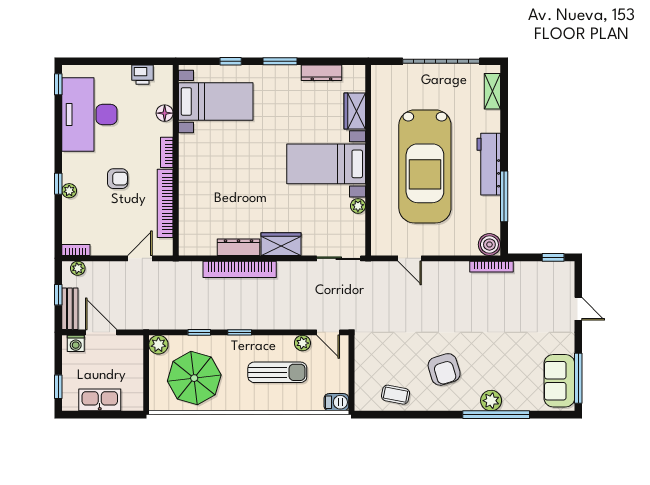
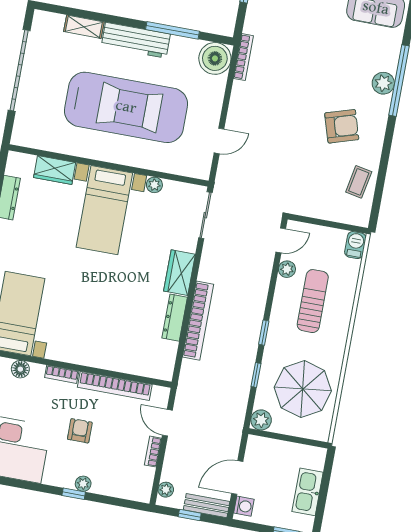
shelving: (492, 91) -> (84, 27), moved
boiler: (489, 245) -> (215, 58), width x1.37, depth x1.37
bookcase: (76, 250) -> (153, 452), moved

